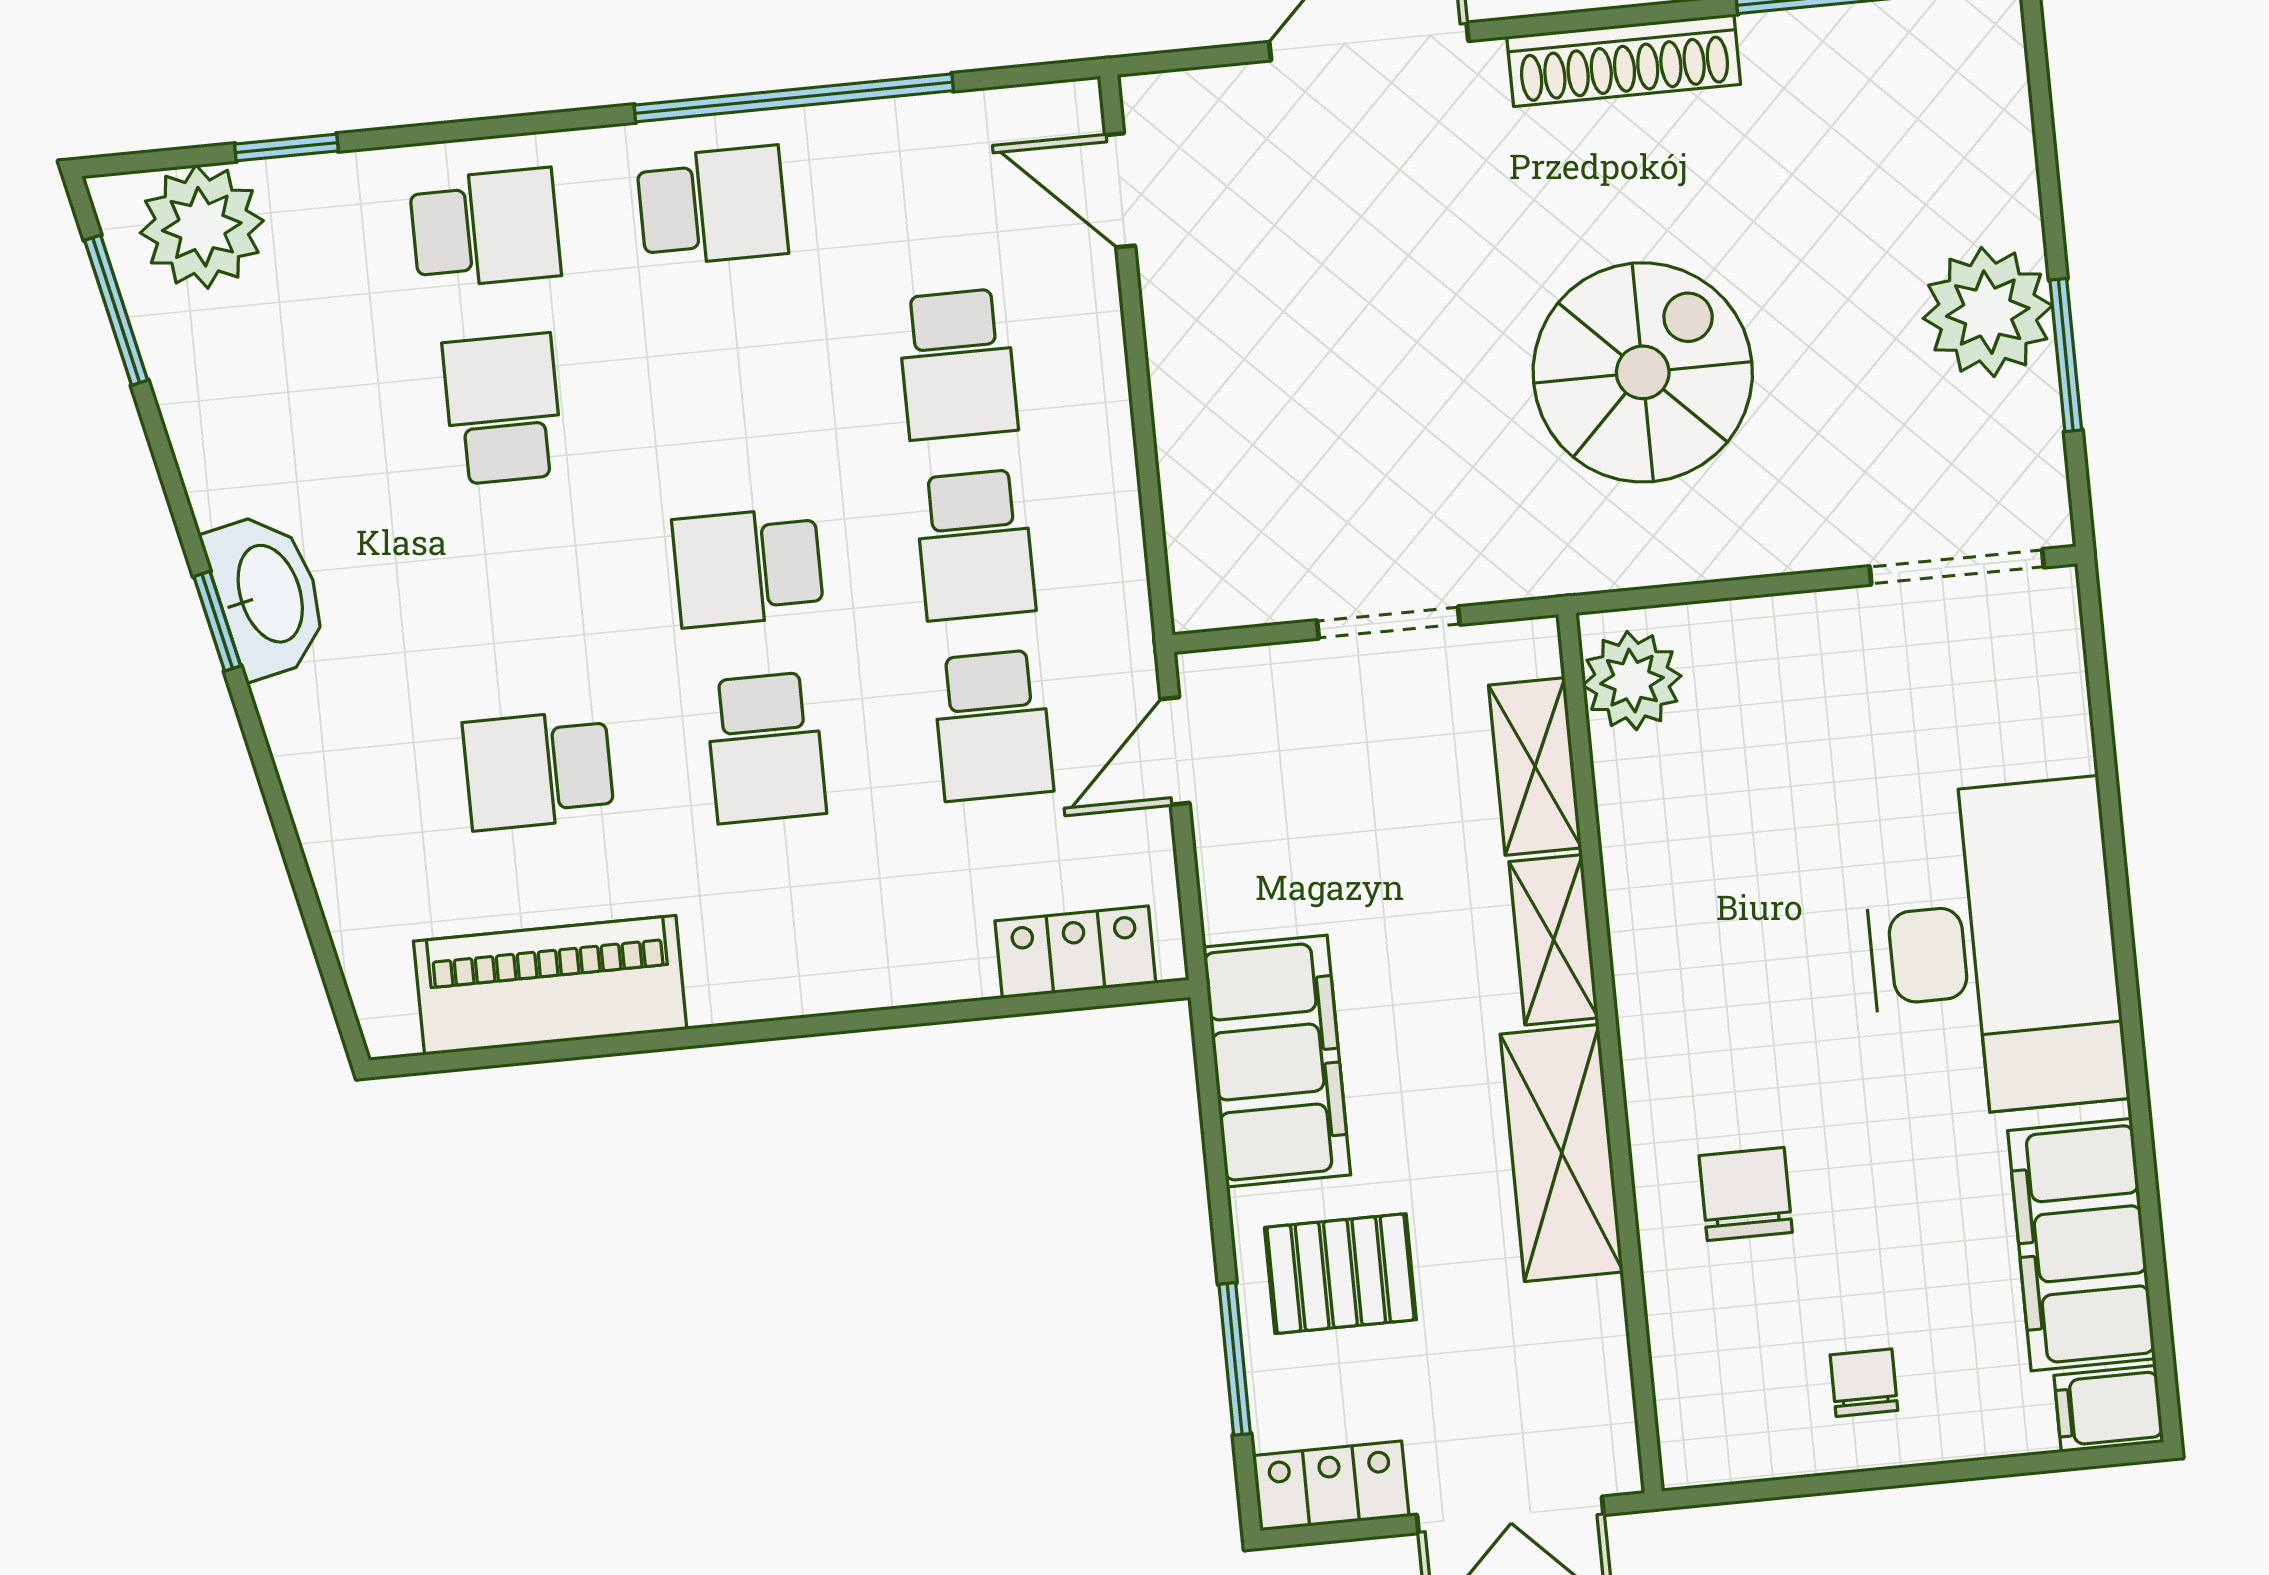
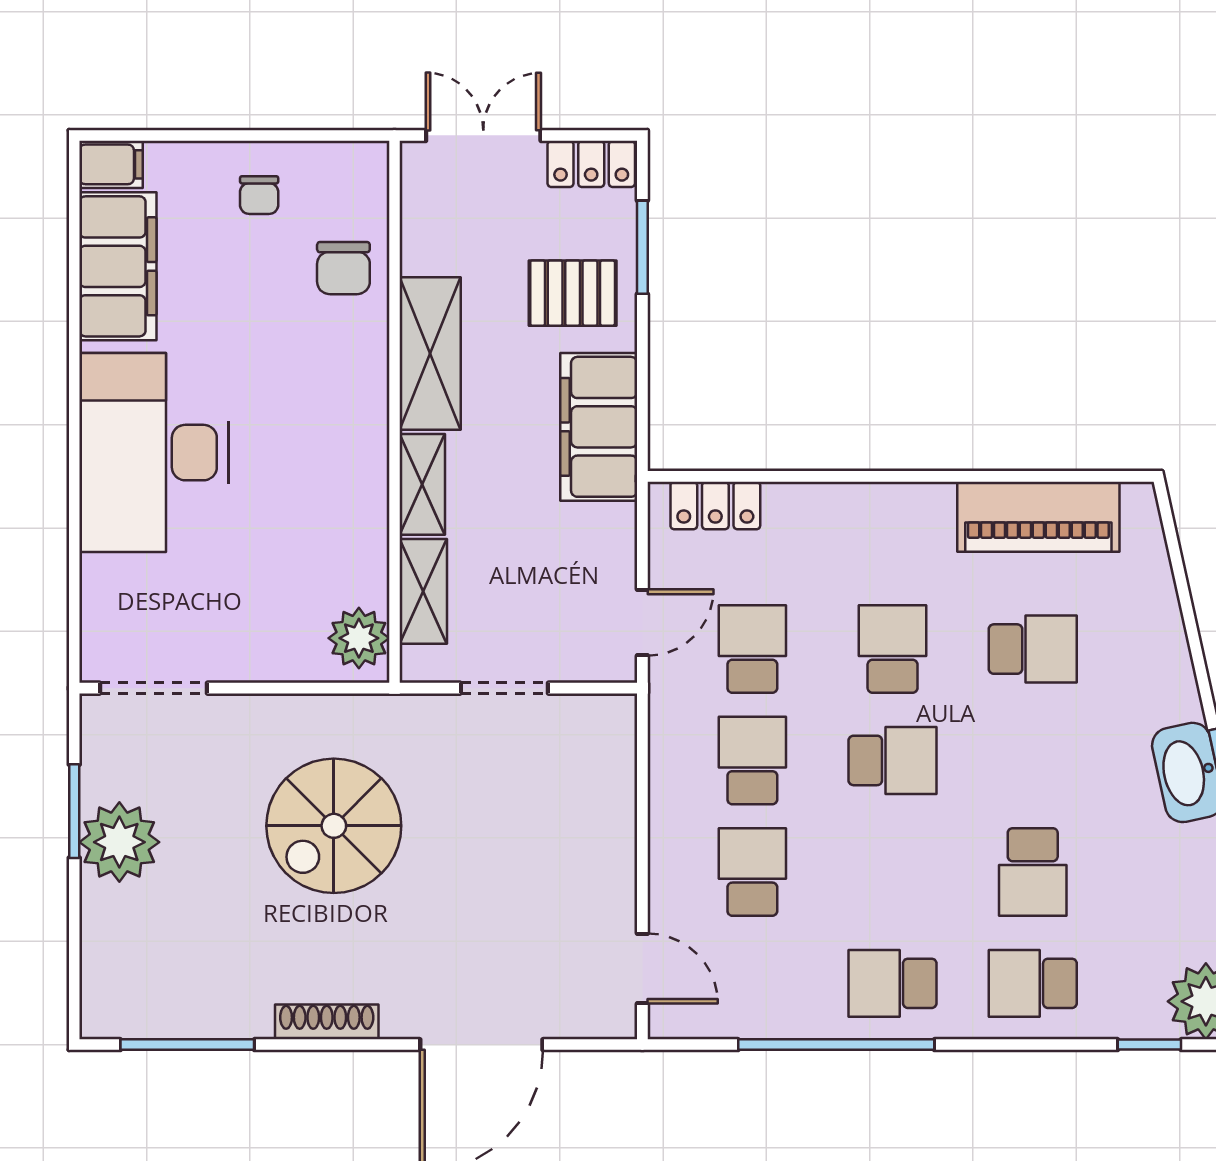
shoe rack: (1624, 60) -> (327, 1022), width x0.74, depth x0.81
chair: (1746, 1194) -> (343, 268), moved

